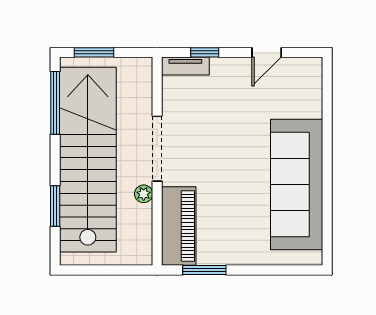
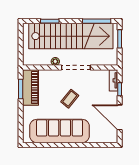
door: (267, 52) -> (120, 117), width x1.87
coffee table: (225, 162) -> (70, 99), added
piano: (179, 226) -> (31, 88), moved, turned -90

